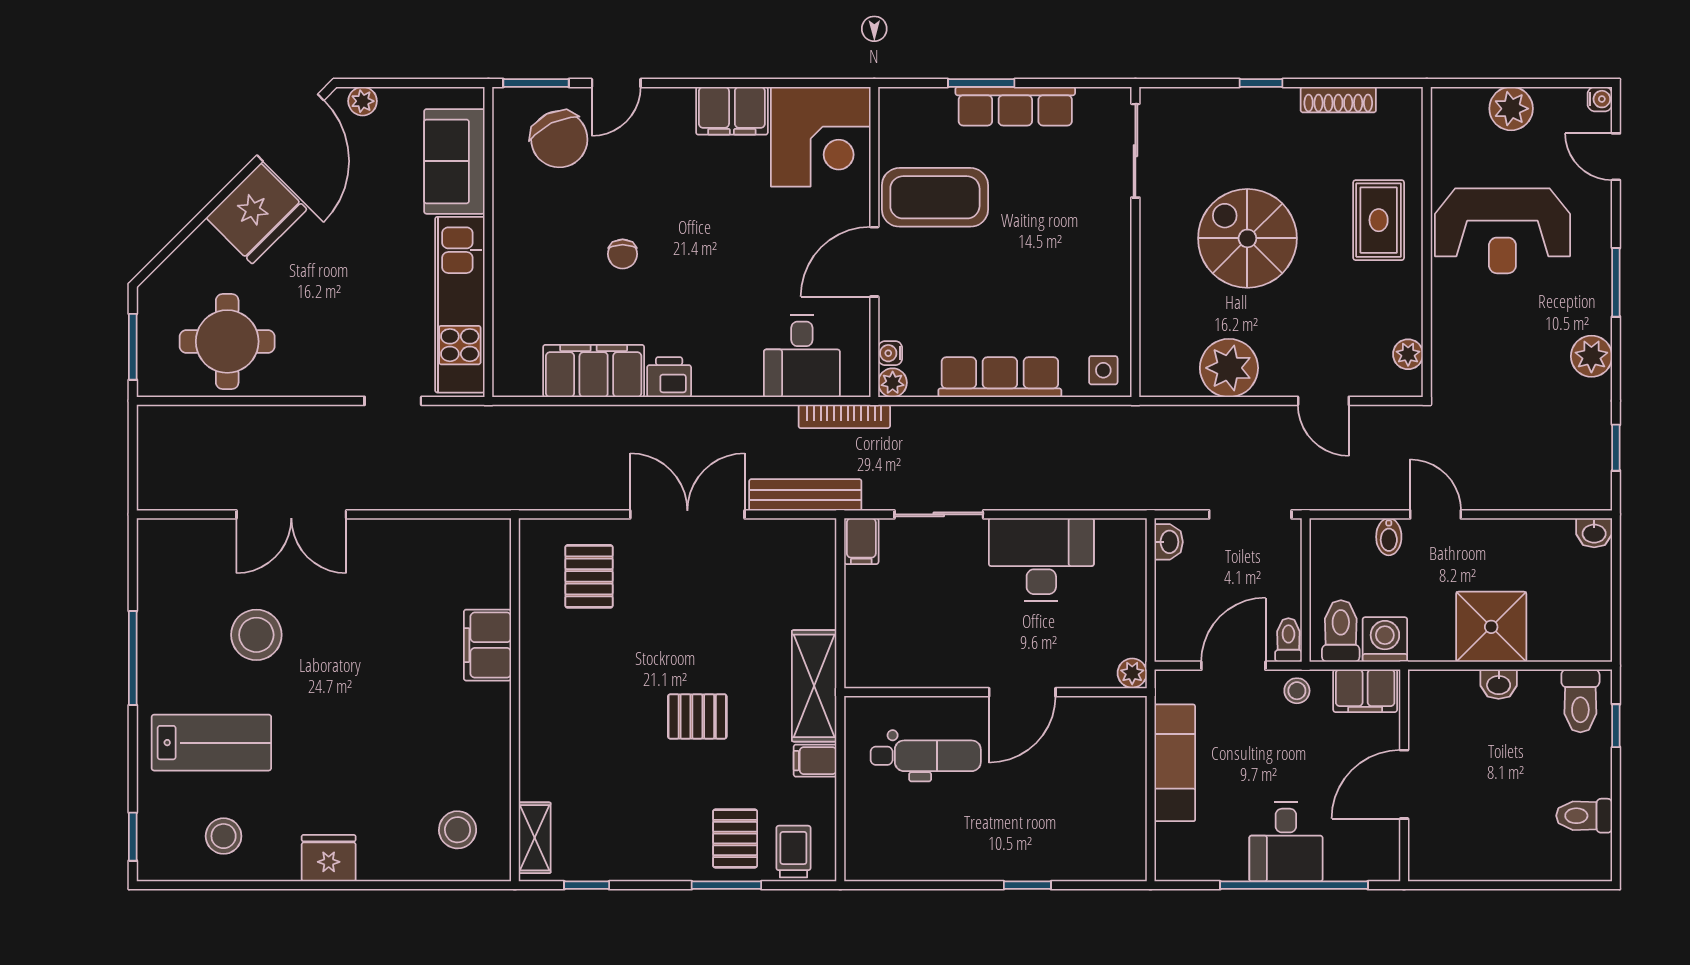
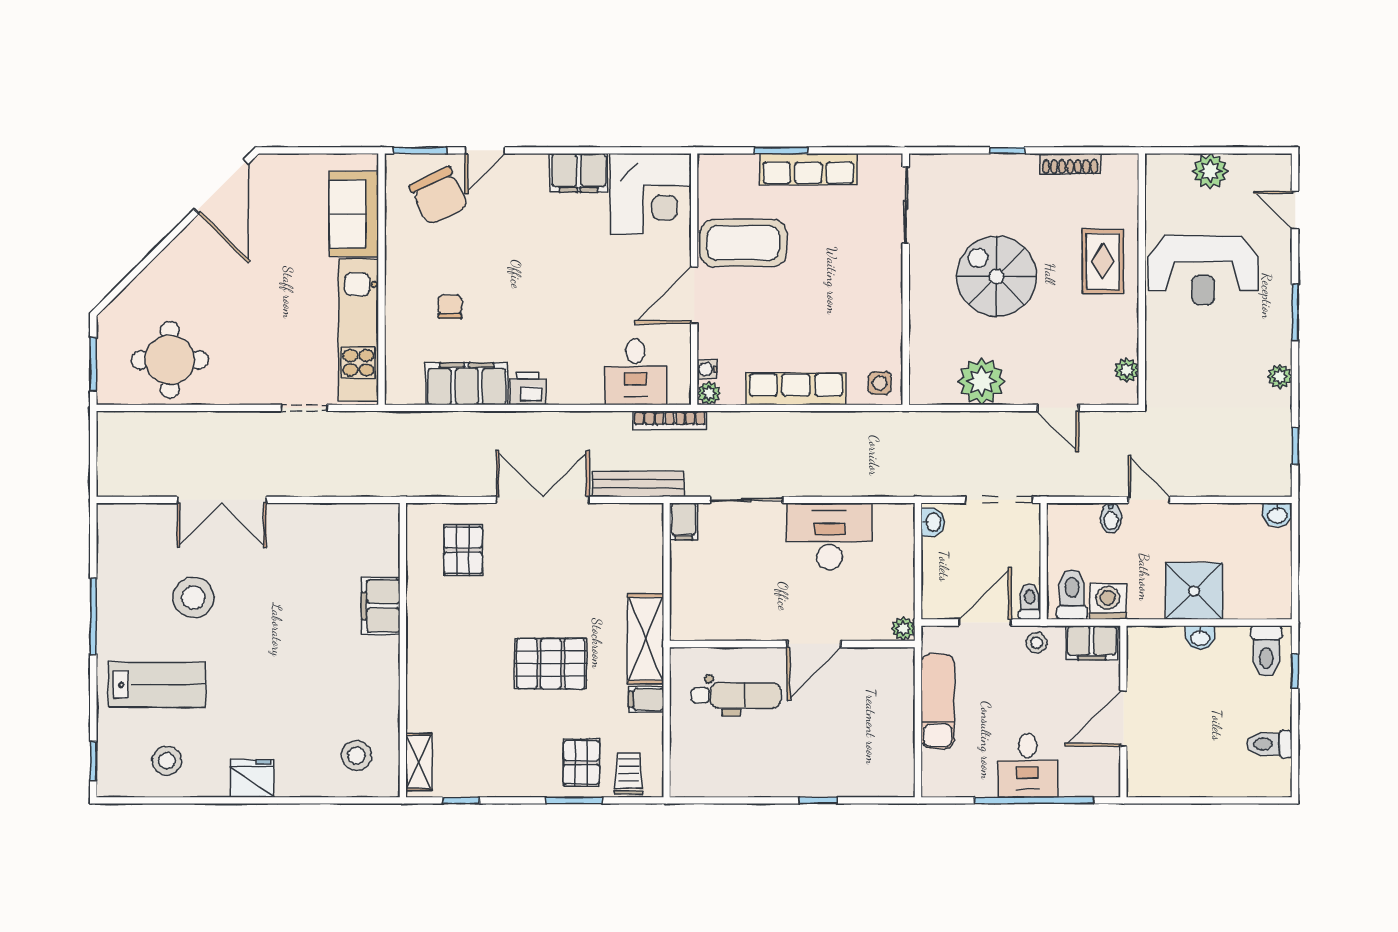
water cooler: (1600, 99) -> (1282, 163), removed
plant: (363, 101) -> (280, 165), removed
fridge: (257, 214) -> (194, 256), removed
chair: (623, 254) -> (450, 307), moved, turned 180
plant: (1591, 356) -> (1280, 376), width x0.73, depth x0.73
pallet: (697, 716) -> (551, 664), width x1.50, depth x1.42

